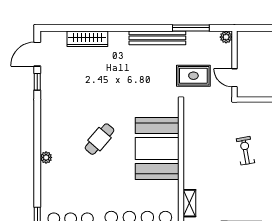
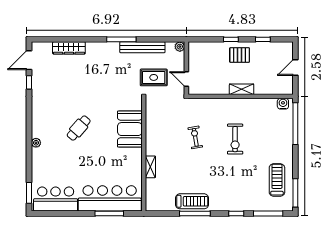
window: (191, 28) -> (121, 39), moved
bench: (157, 38) -> (142, 47), moved
booth: (157, 148) -> (130, 129), width x0.73, depth x0.70
shelving: (189, 203) -> (150, 167), moved

